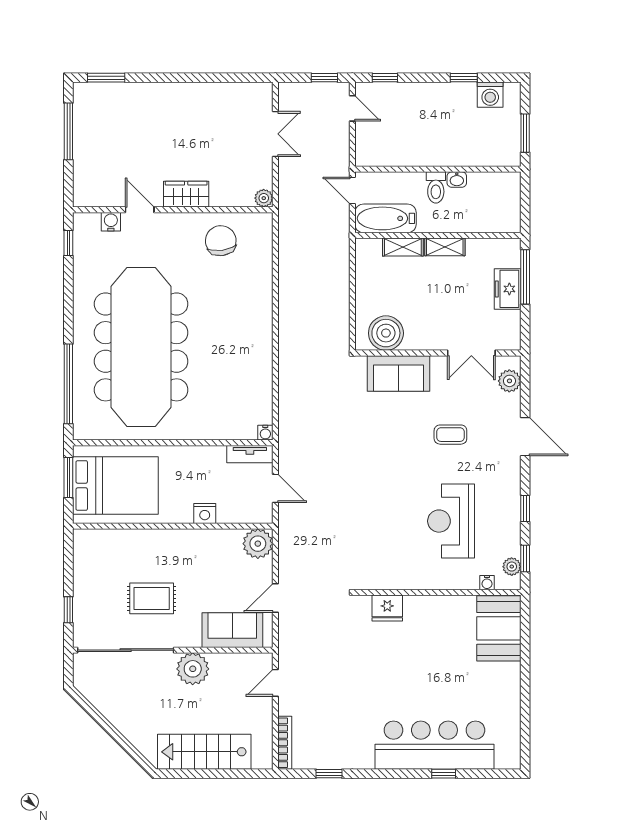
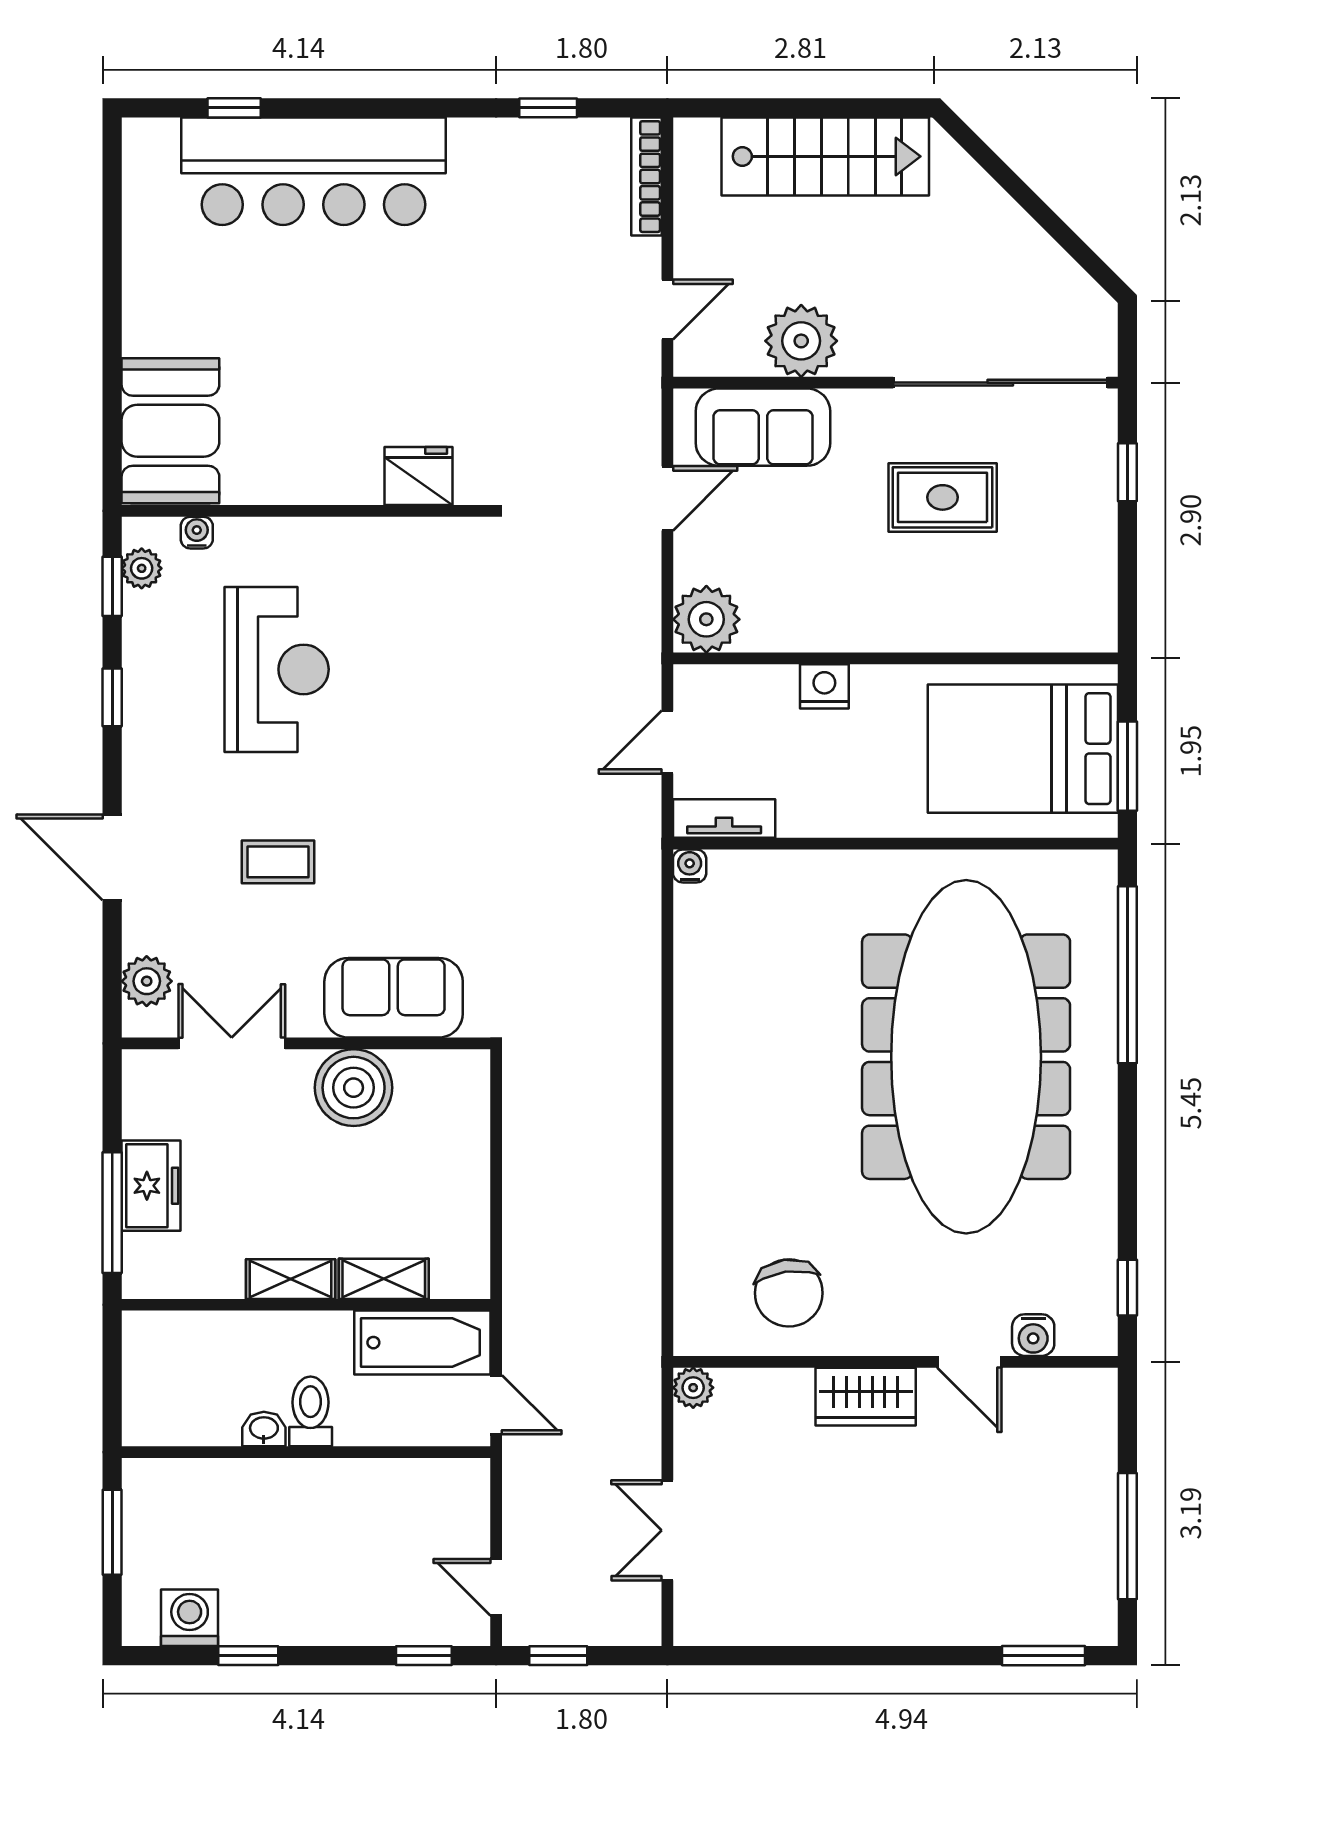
boiler: (386, 333) -> (354, 1088), moved
door: (275, 488) -> (667, 742), hinge flipped
plant: (193, 669) -> (801, 341), moved
window: (444, 774) -> (234, 108), moved

